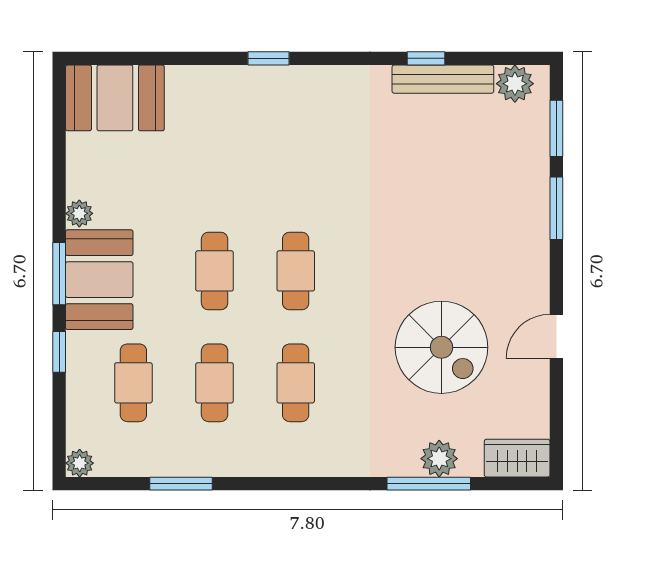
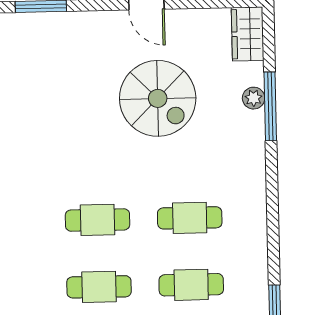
spiral stairs: (441, 347) -> (158, 98), turned 90
plant: (439, 459) -> (254, 98), width x0.73, depth x0.73

